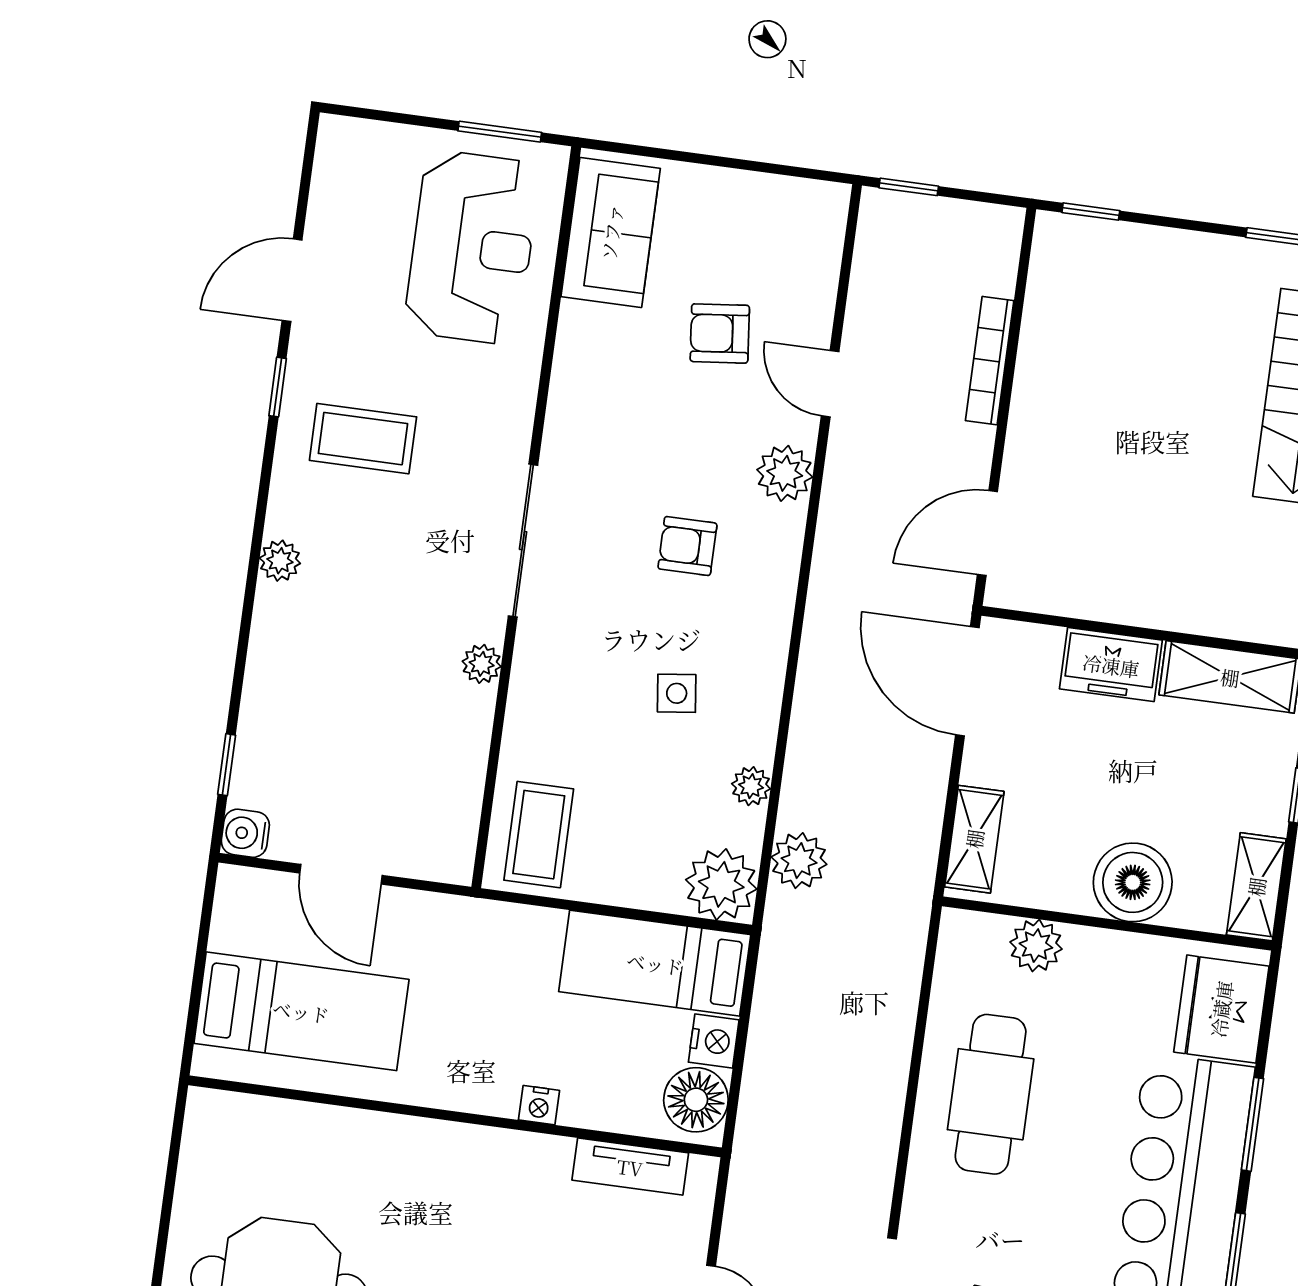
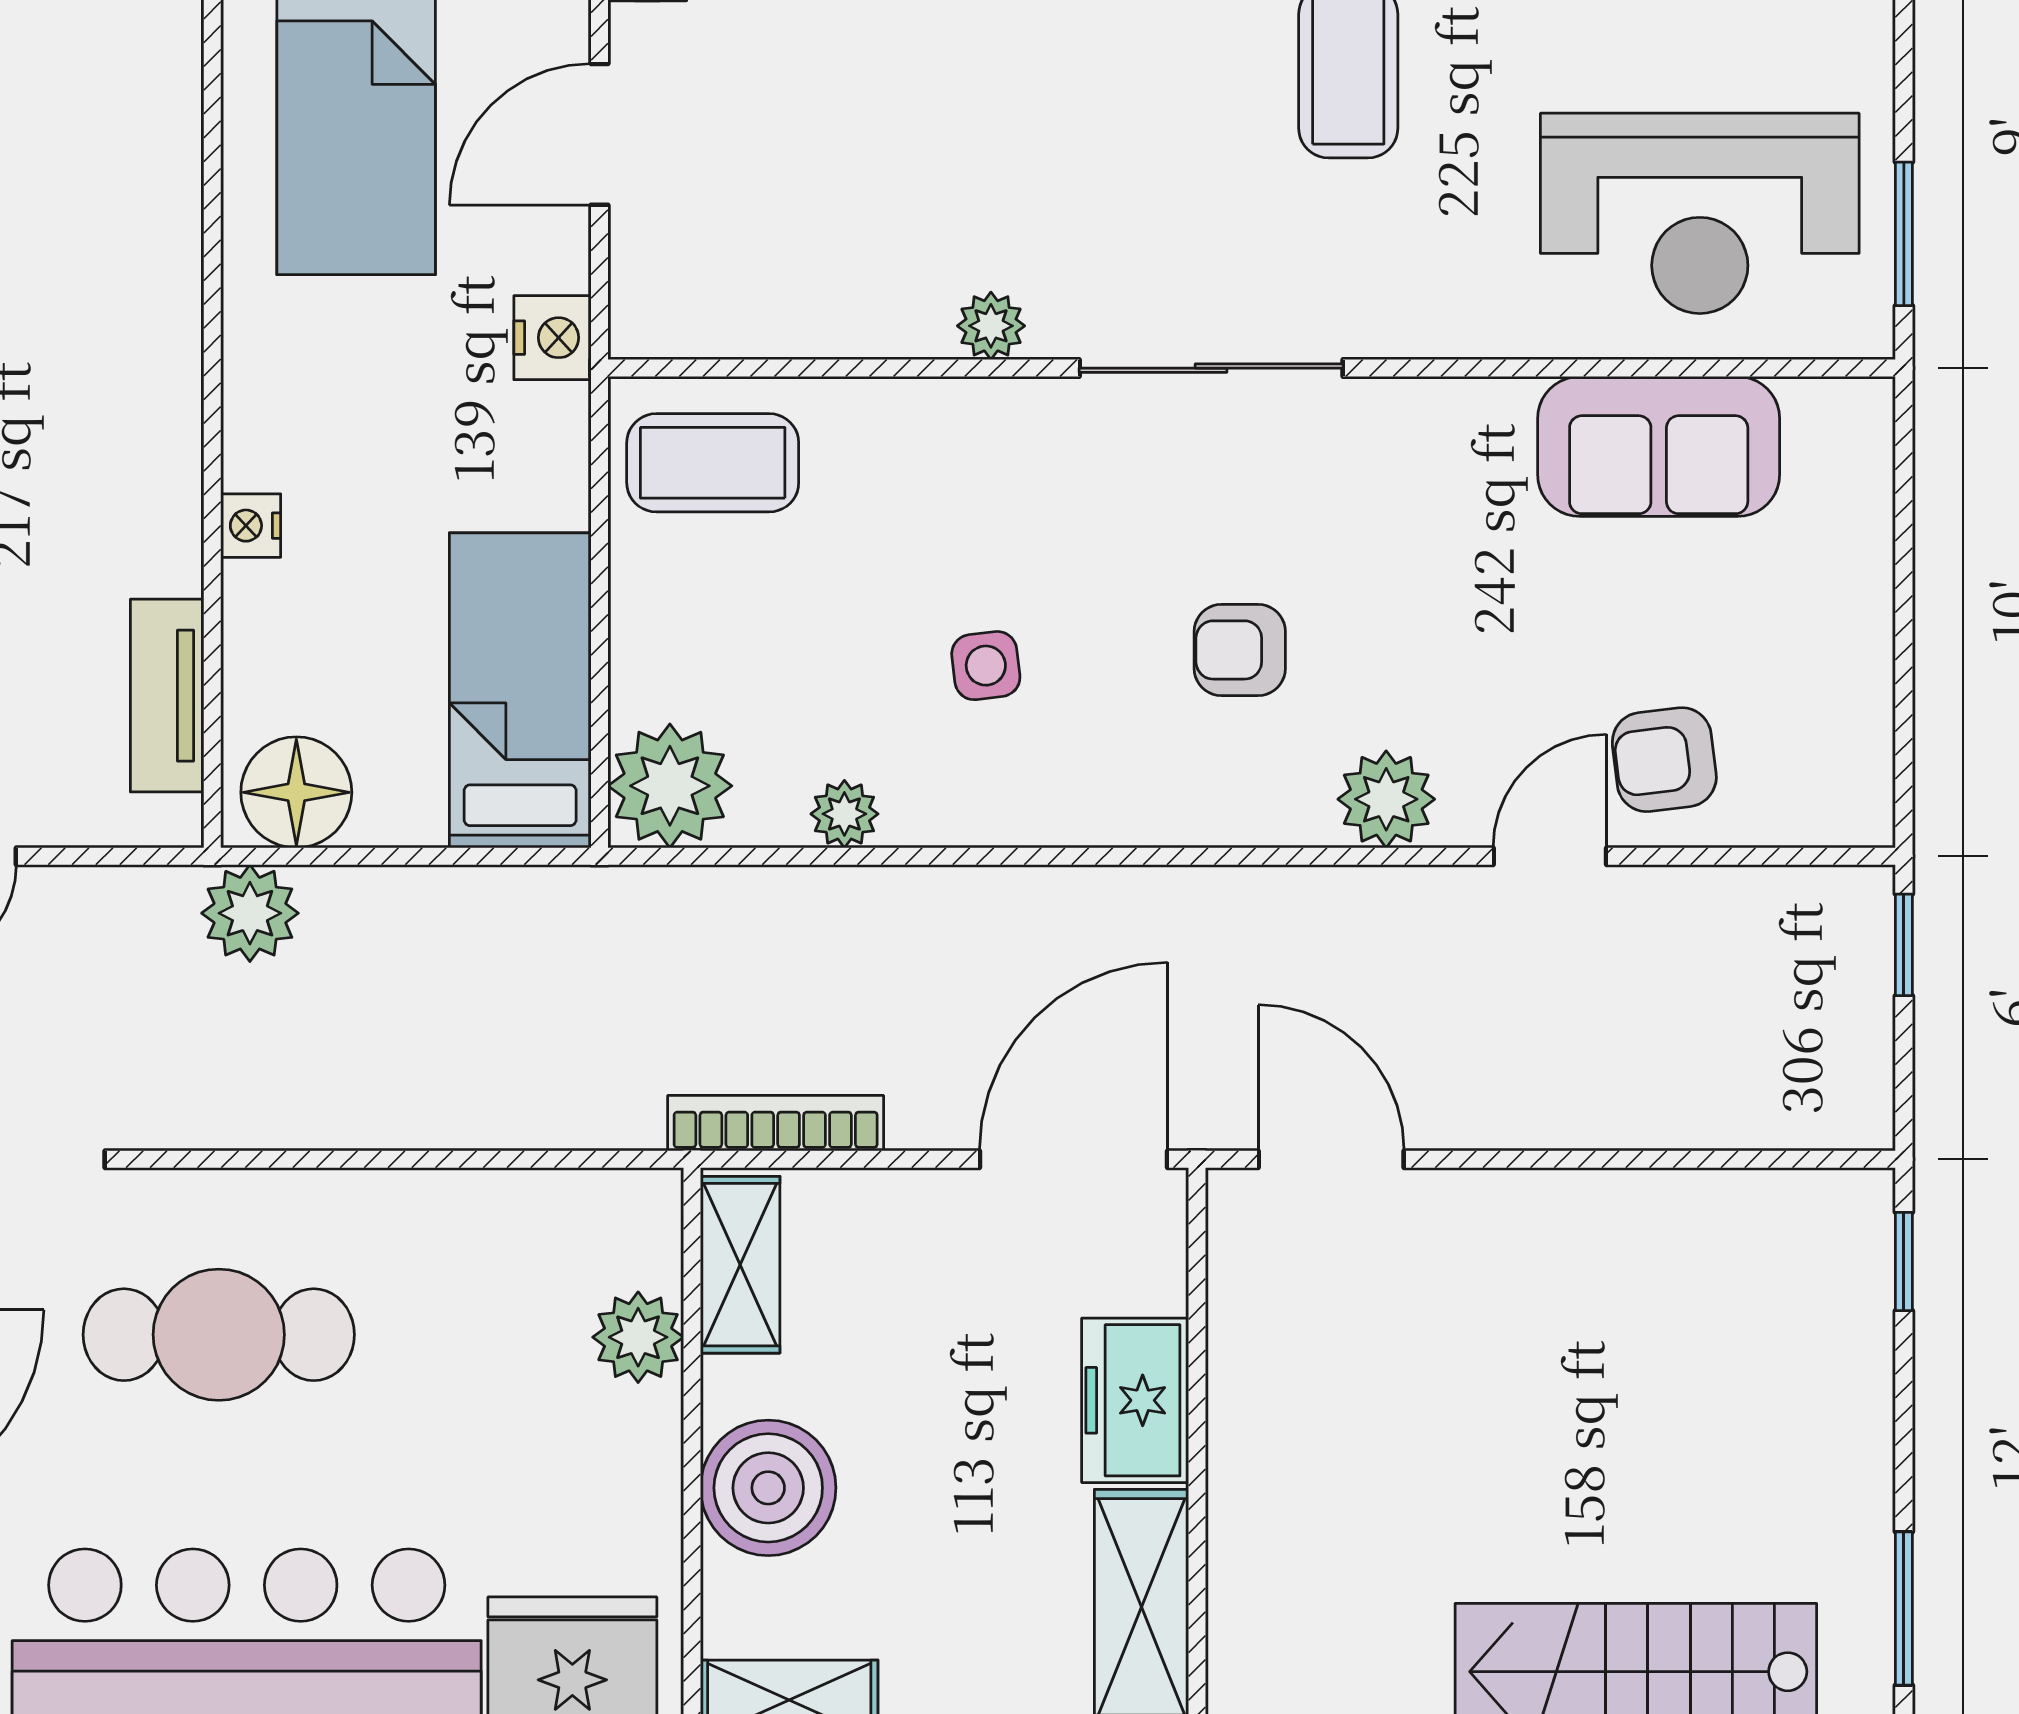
sofa: (611, 232) -> (1659, 446), moved
armchair: (720, 333) -> (1664, 760), moved, turned -91
bookcase: (990, 361) -> (776, 1123), moved
armchair: (687, 546) -> (1240, 650), turned -90
shelving: (974, 839) -> (740, 1265), moved, turned 90
plant: (799, 861) -> (250, 913), moved
nightstand: (714, 1041) -> (552, 338), moved, turned -90
cafe table: (991, 1094) -> (219, 1335), moved

